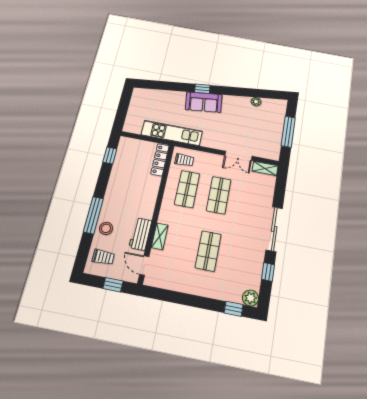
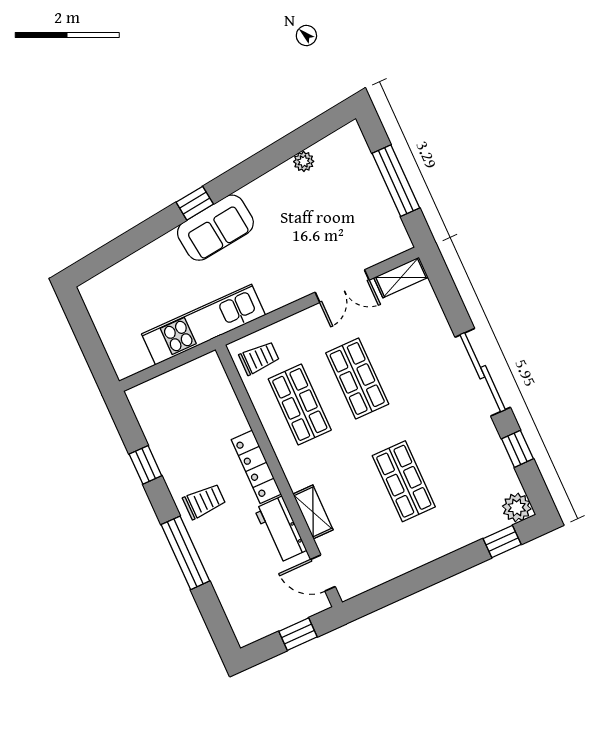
window: (110, 156) -> (145, 465), moved
locker: (160, 160) -> (256, 467), moved
stool: (106, 228) -> (221, 559), removed
trolley: (103, 257) -> (204, 501), moved

